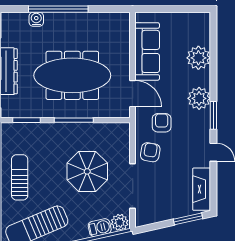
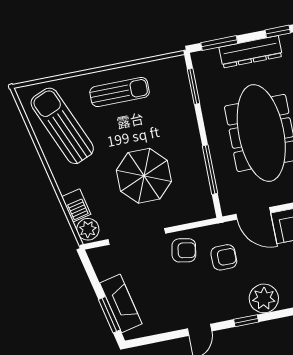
door: (133, 94) -> (253, 213), hinge flipped
window: (213, 115) -> (246, 321), width x0.67
window: (74, 120) -> (210, 170), moved
fireplace: (202, 189) -> (121, 303), moved, turned 77

